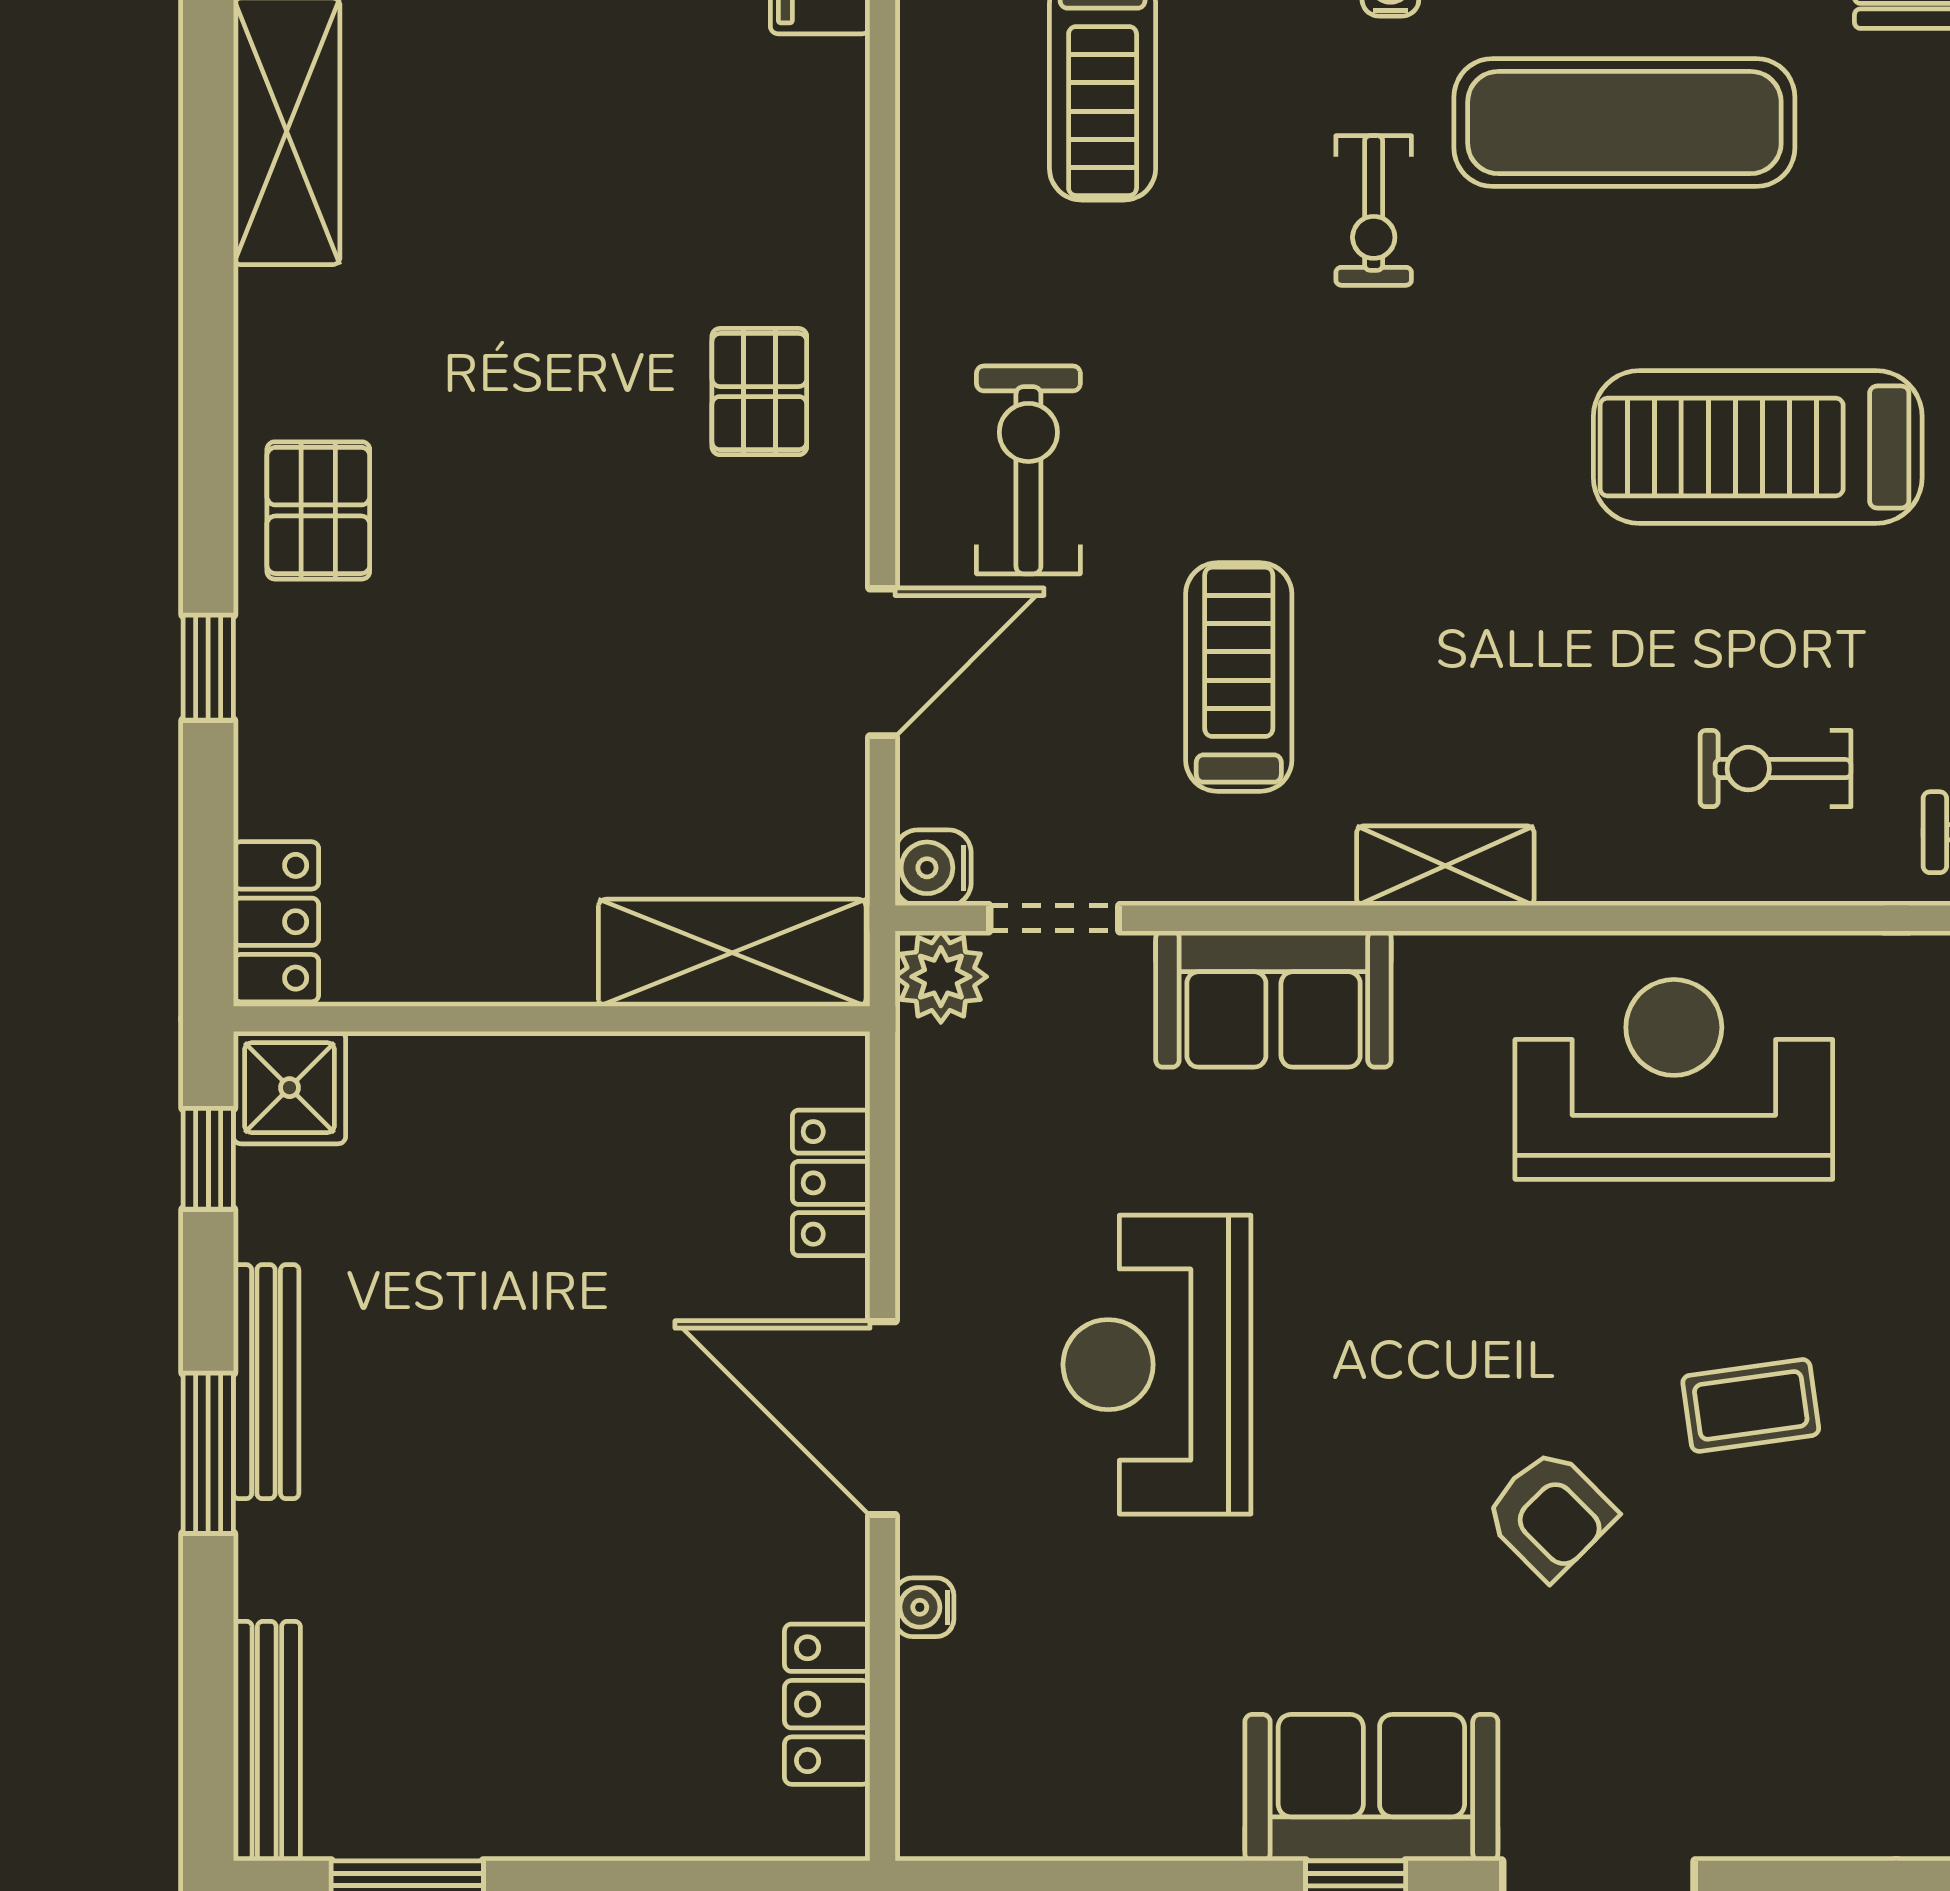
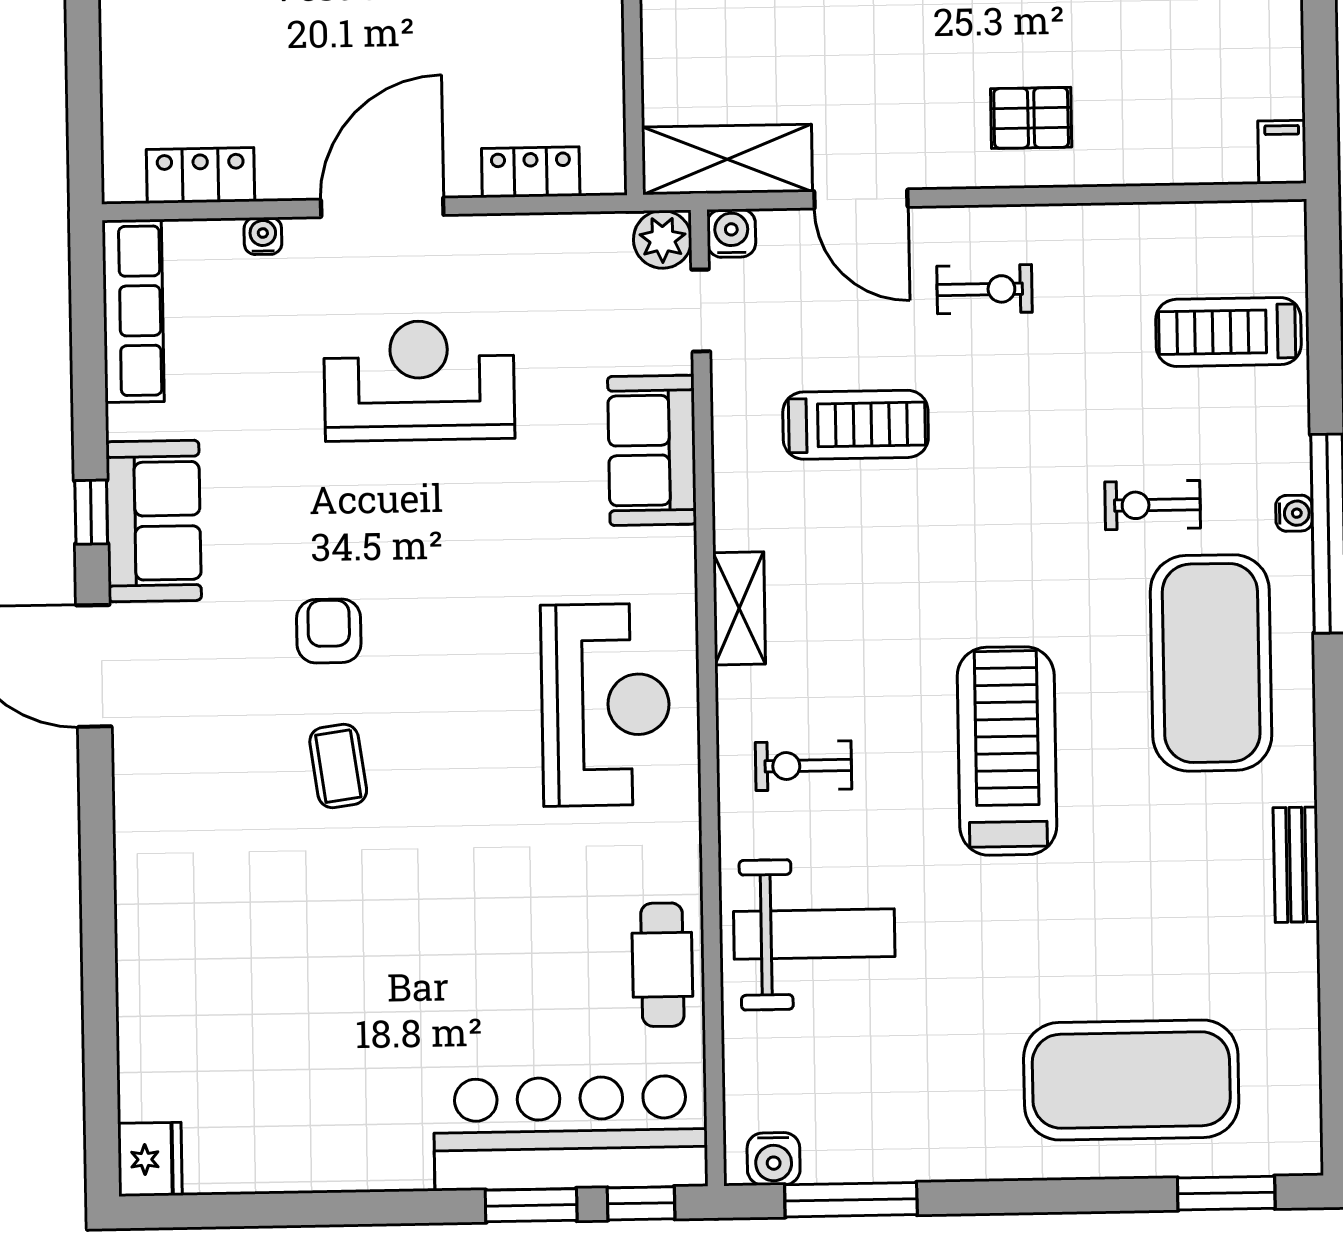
exercise mat: (1624, 123) -> (1211, 663), width x1.47
exercise bike: (1028, 470) -> (984, 289), width x0.73, depth x0.72
exercise bike: (1775, 769) -> (804, 766), turned -90
shelving: (1445, 866) -> (739, 608), moved
shelving: (732, 953) -> (727, 159), moved, turned 90
coffee table: (1751, 1405) -> (338, 766), moved
armchair: (1550, 1514) -> (329, 631), turned 135
row of seats: (1039, 1814) -> (133, 311), added

